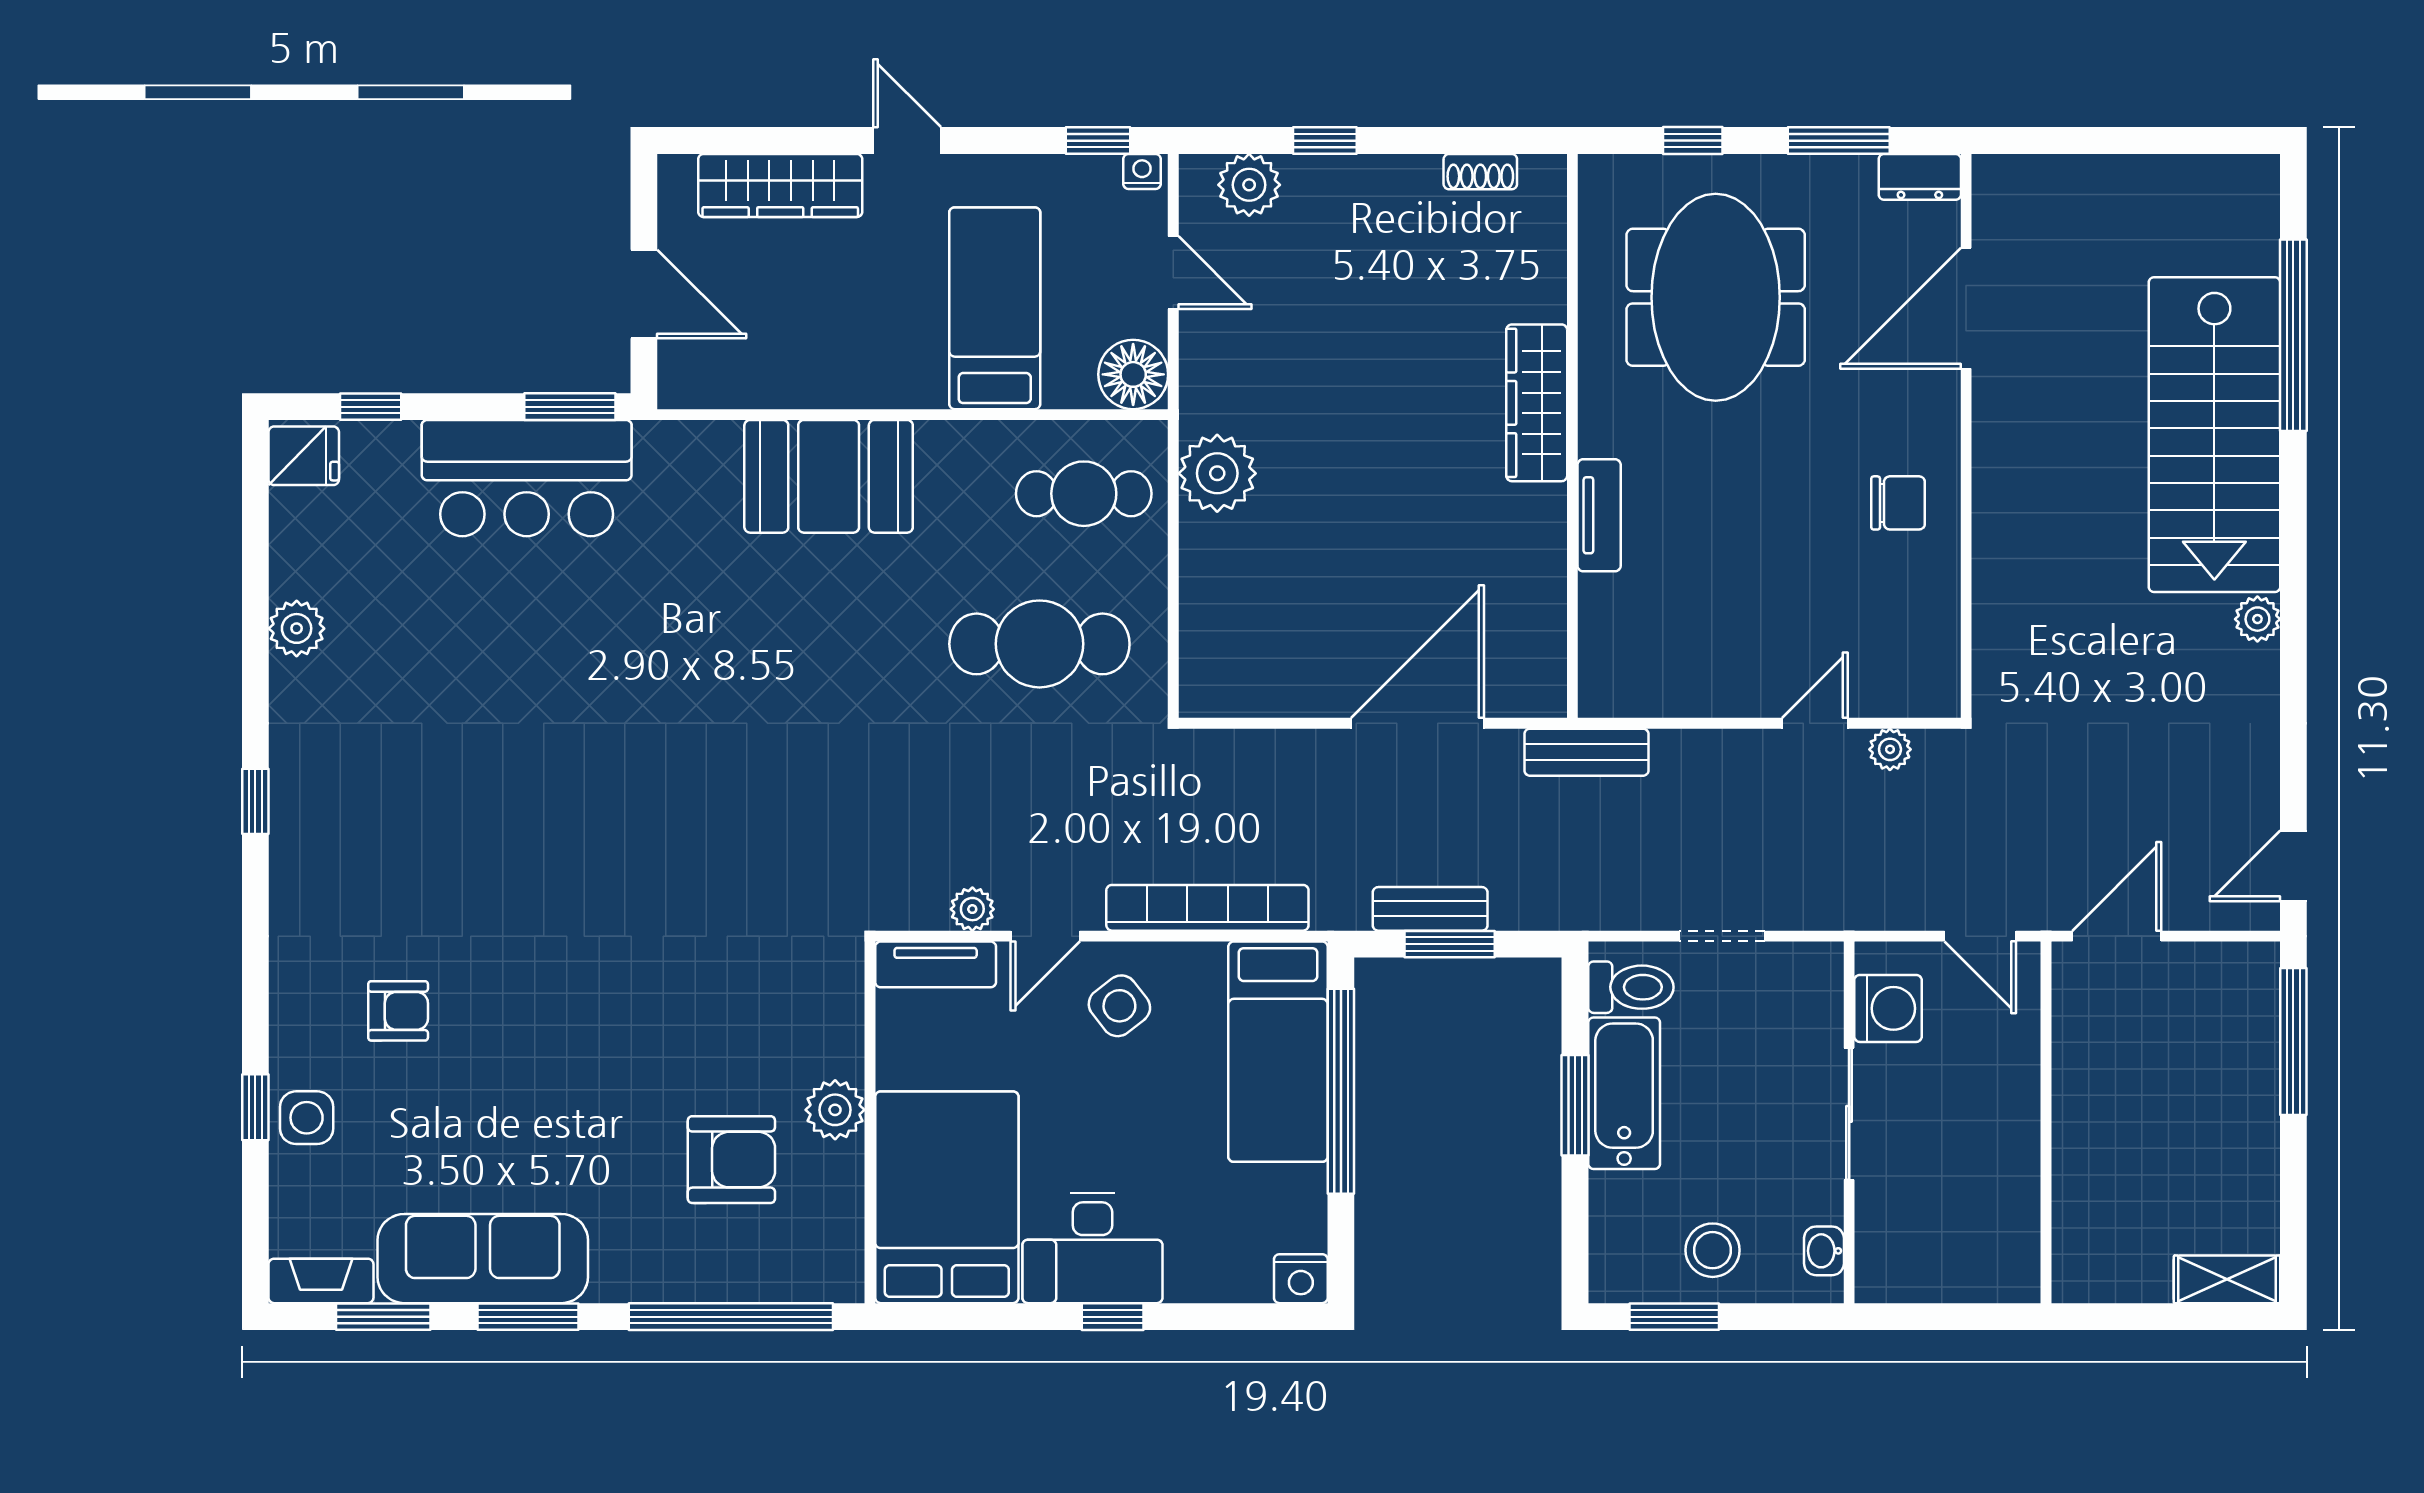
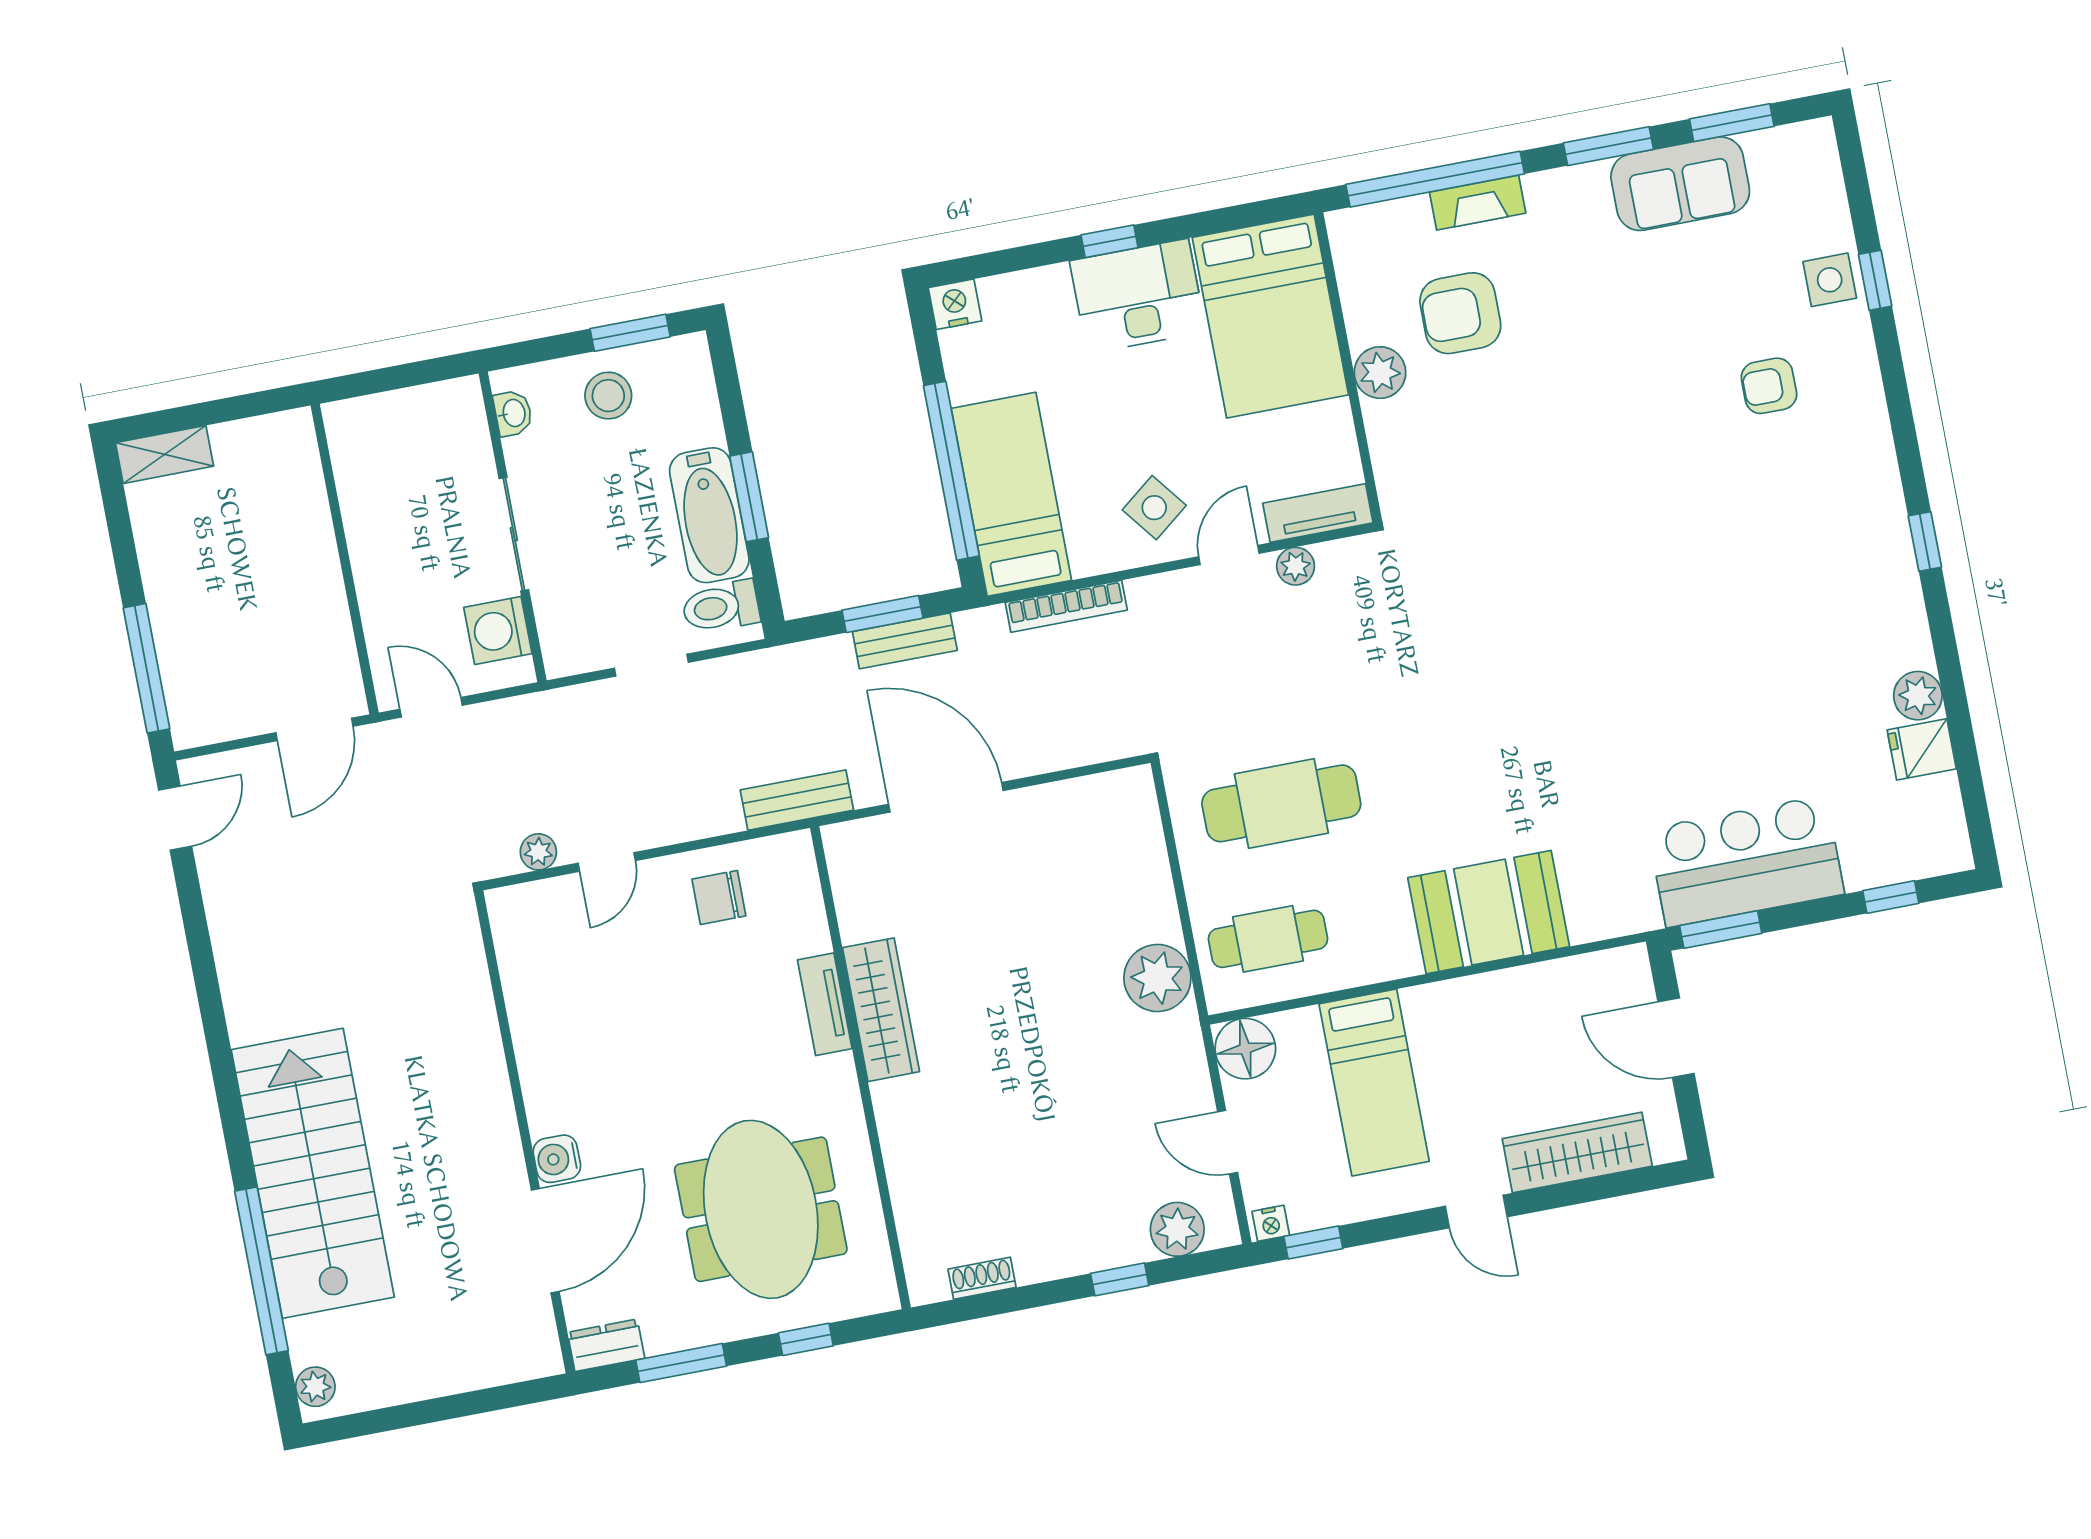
water cooler: (1935, 398) -> (557, 1159), added
wardrobe: (1537, 403) -> (881, 1010), moved
fridge: (304, 456) -> (1922, 749), moved
chair: (1898, 503) -> (719, 897), moved
plant: (2257, 619) -> (315, 1387), moved
door: (1417, 723) -> (946, 797), swing flipped
bookcase: (1207, 908) -> (1066, 606), width x0.68, depth x0.76
sofa: (483, 1259) -> (1680, 184), width x0.73
fireplace: (321, 1281) -> (1478, 203), moved

